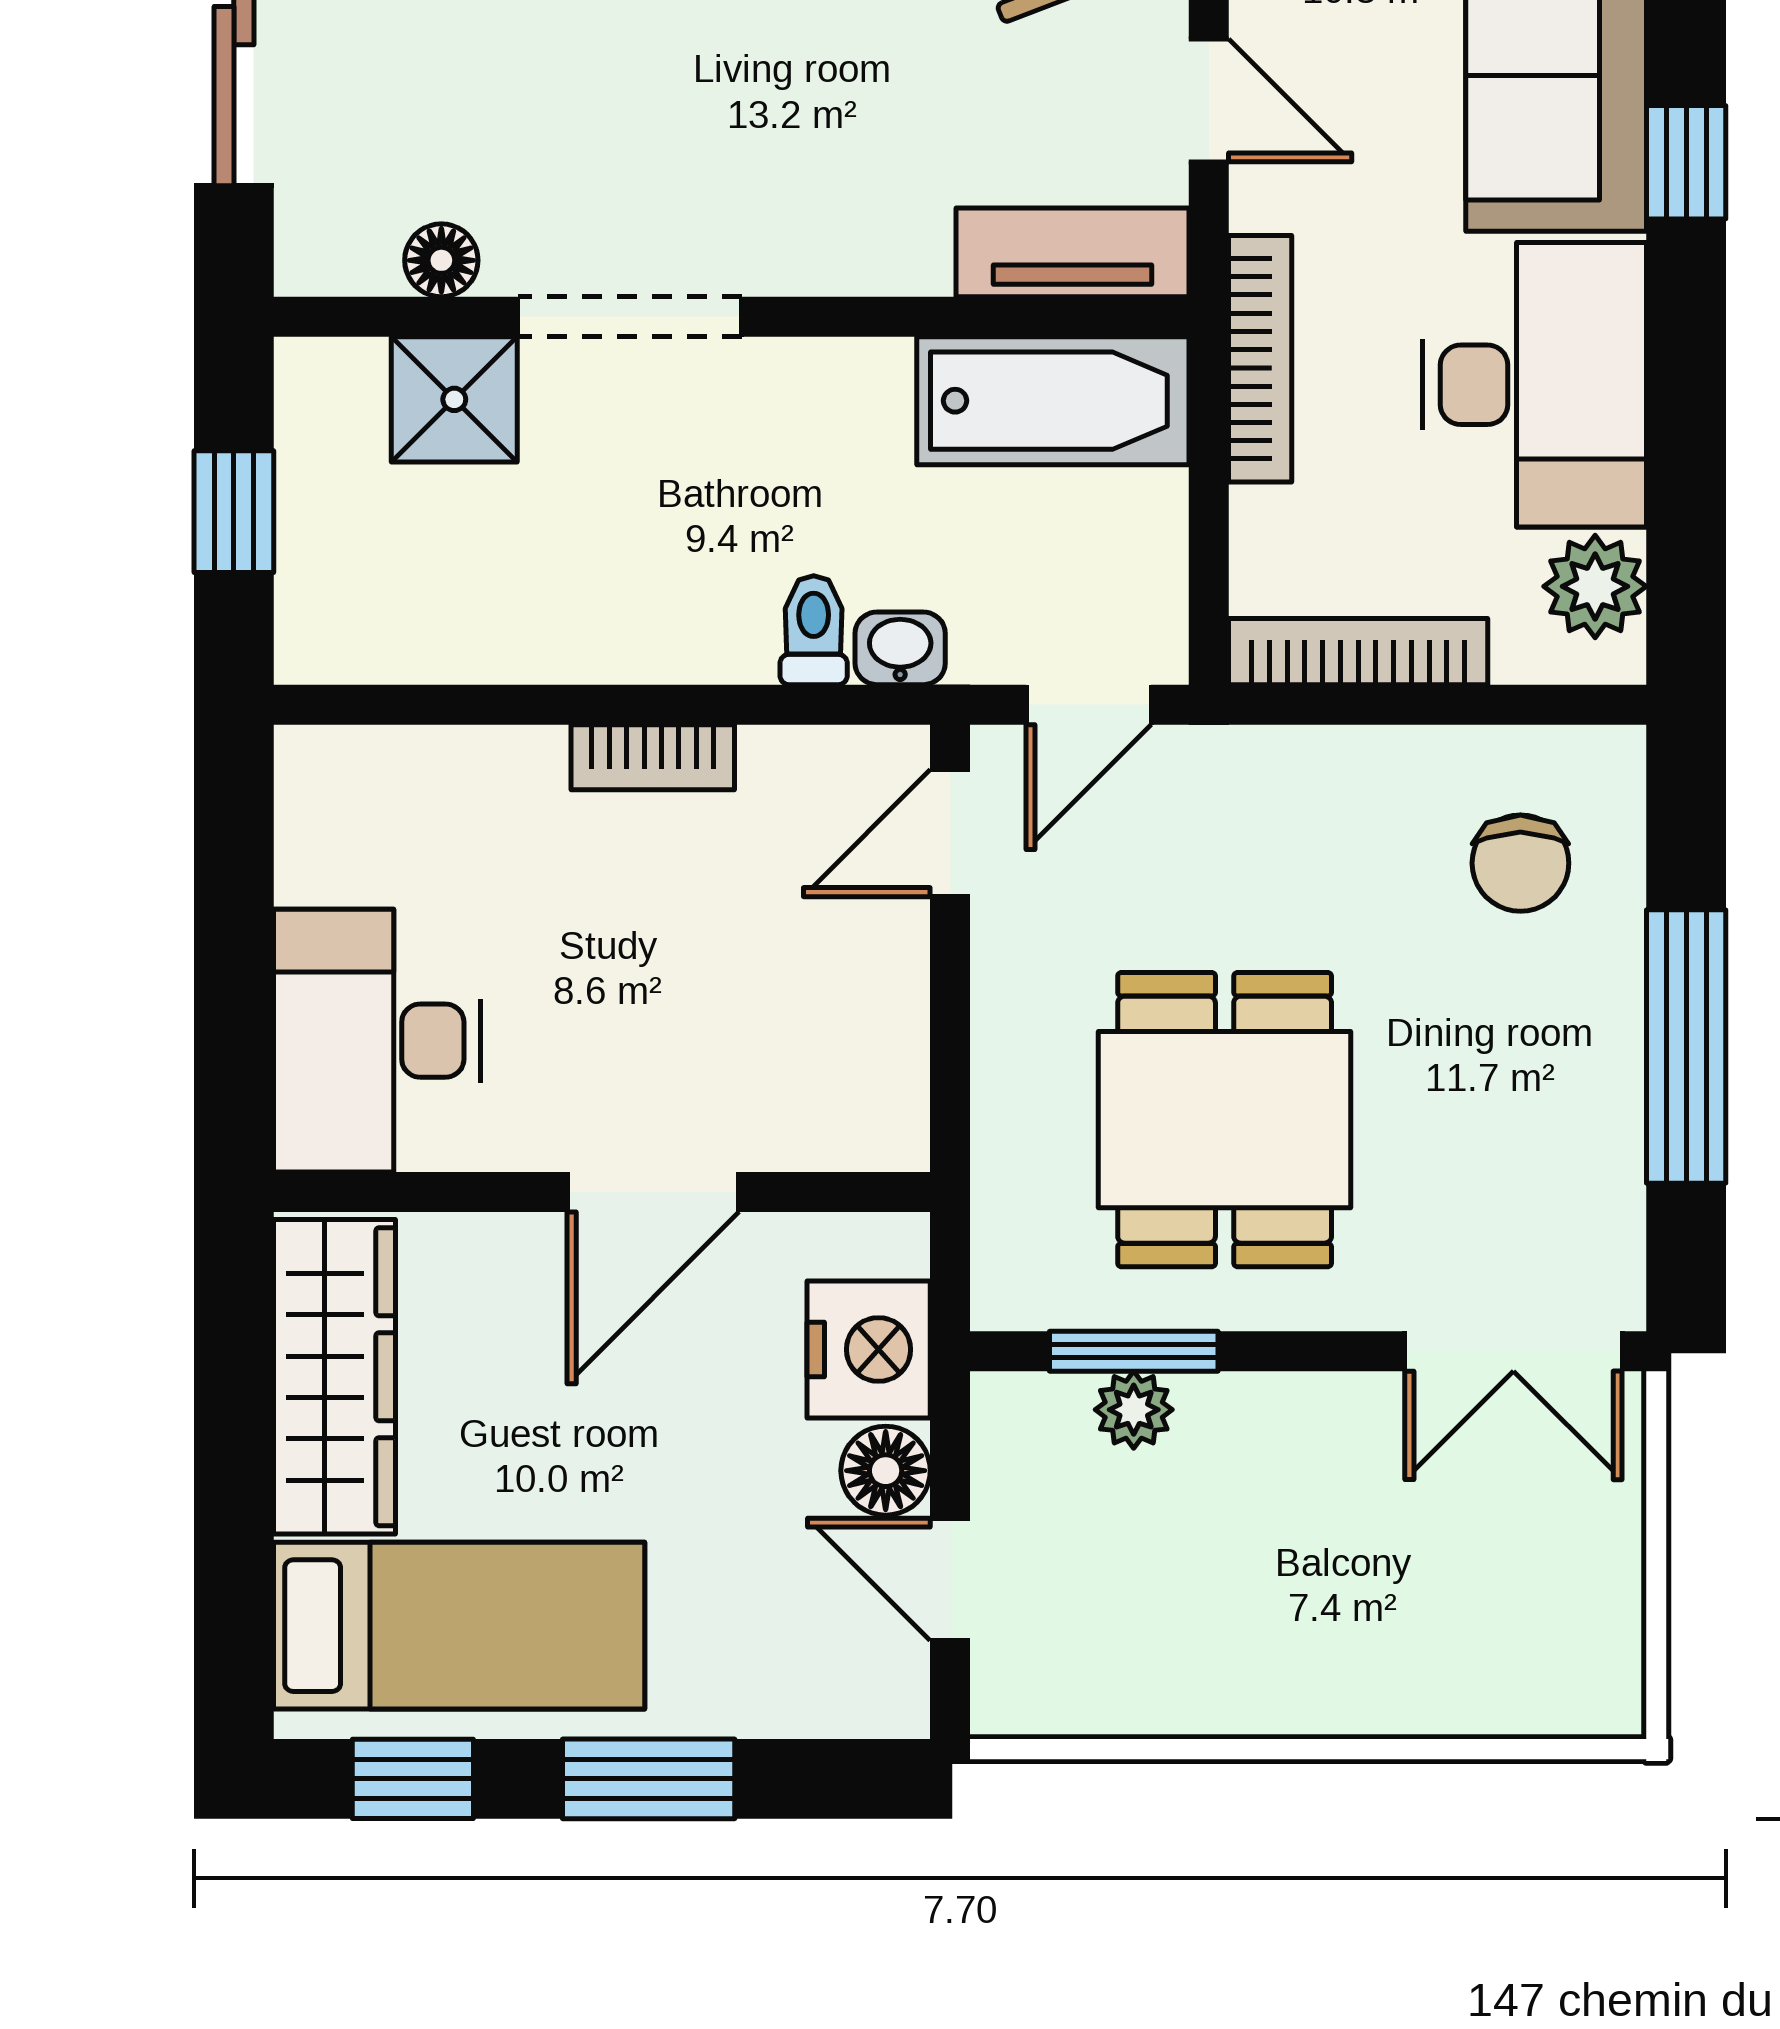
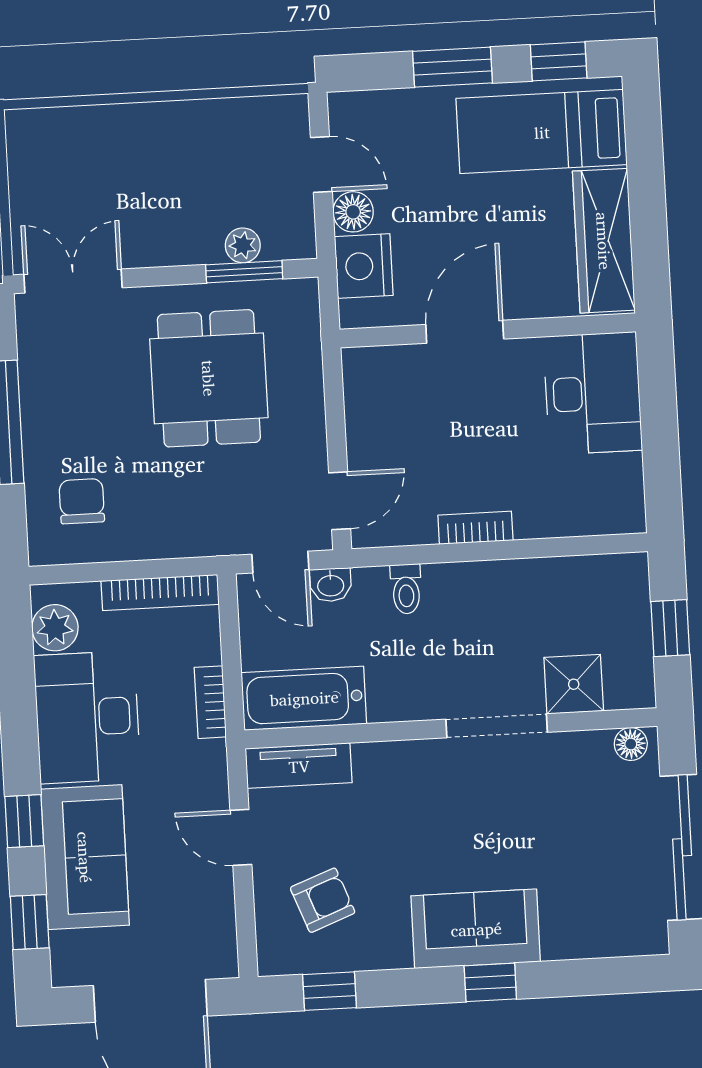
floor lamp: (441, 260) -> (631, 744), moved
bookcase: (1260, 359) -> (210, 702), width x0.64
washbasin: (900, 648) -> (331, 585), moved
door: (1089, 705) -> (280, 562), swing flipped

